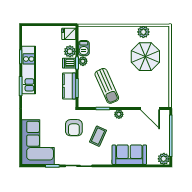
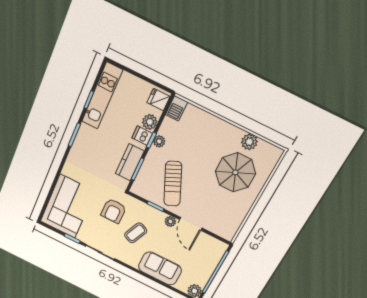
barbecue: (84, 48) -> (177, 108), moved
kitchen unit: (29, 70) -> (102, 96), moved
door: (150, 108) -> (191, 224), moved

